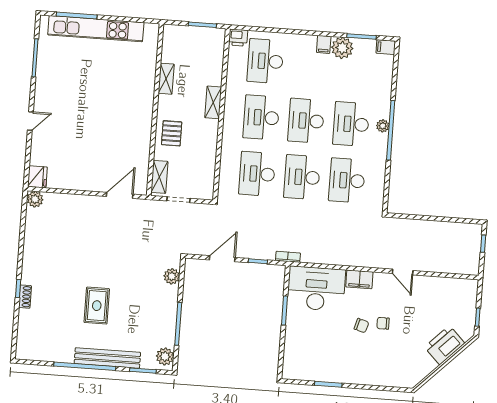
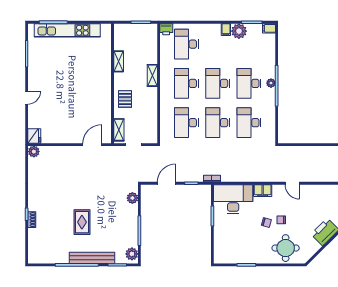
round table: (386, 364) -> (286, 248), added

